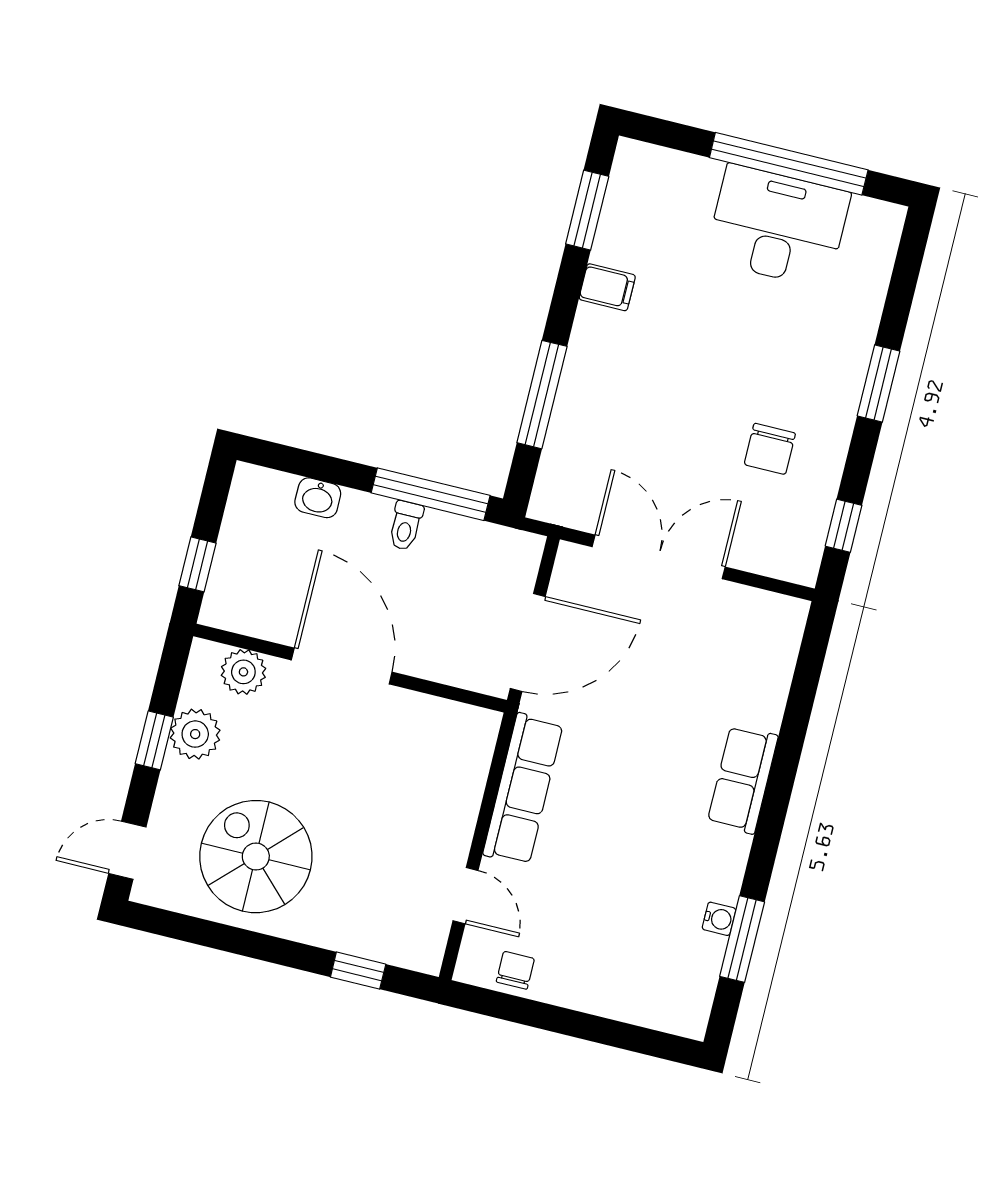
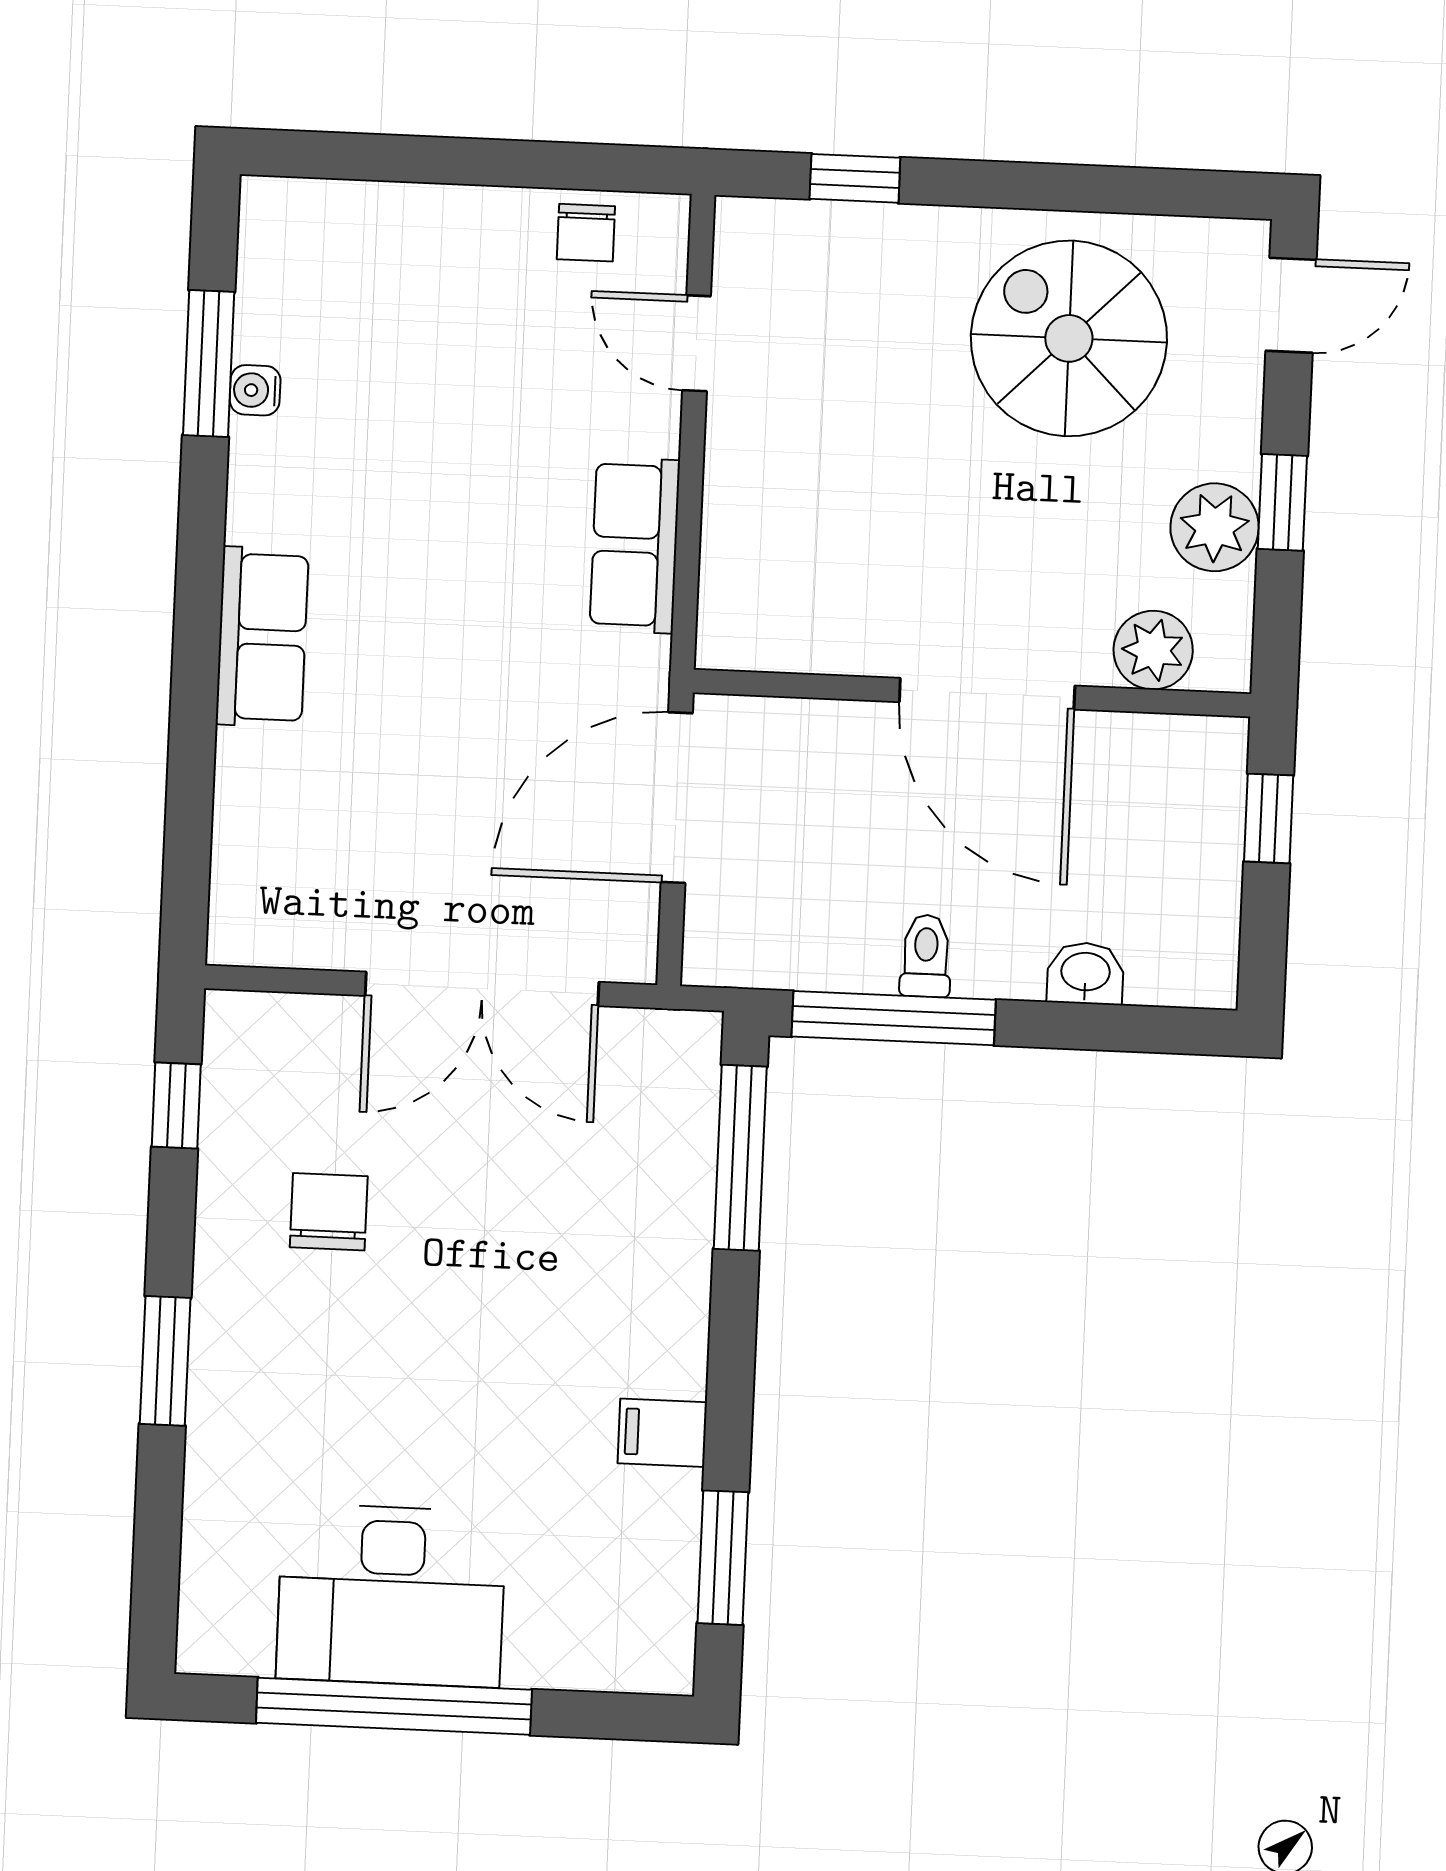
window: (542, 395) -> (740, 1158), moved
row of seats: (523, 789) -> (635, 545), width x0.68
spiral stairs: (256, 857) -> (1069, 338), turned 180

